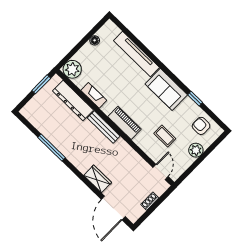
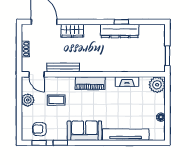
dresser: (73, 101) -> (120, 31), moved, turned 180
window: (212, 115) -> (39, 143), added
armchair: (201, 126) -> (39, 129), turned 180
bench: (104, 127) -> (63, 68), moved
window: (51, 147) -> (121, 22), width x0.46
plant: (196, 150) -> (28, 100), moved

